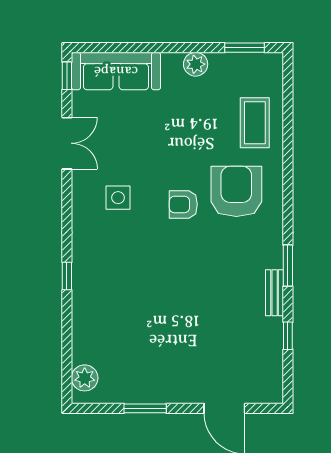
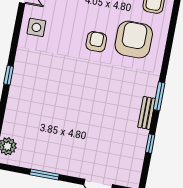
side table: (118, 198) -> (36, 27), moved
armchair: (183, 204) -> (96, 42), turned 90

